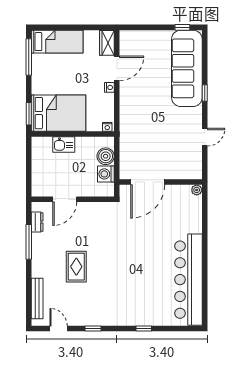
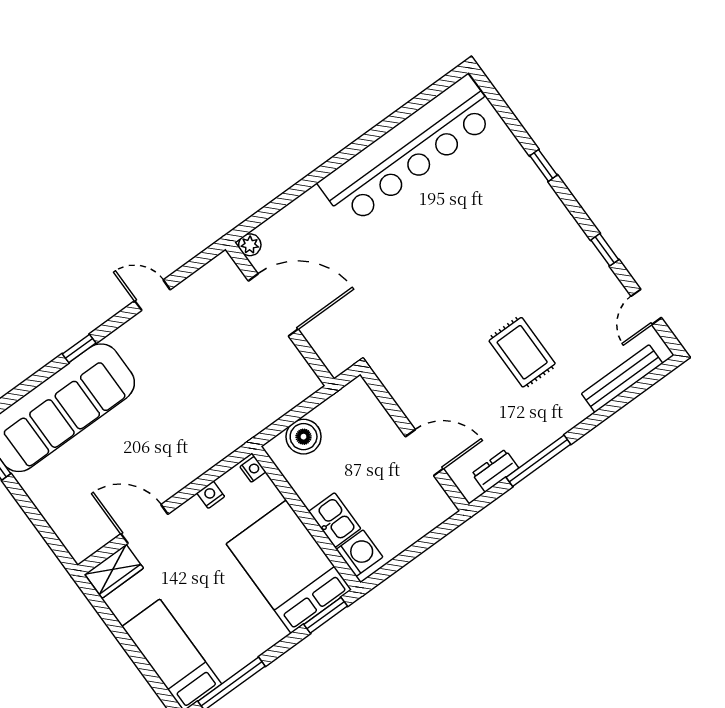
nightstand: (109, 87) -> (211, 495), moved
washing machine: (106, 174) -> (359, 553), moved, turned -90
door: (148, 182) -> (273, 305), moved
rug: (76, 267) -> (522, 352), turned 90

